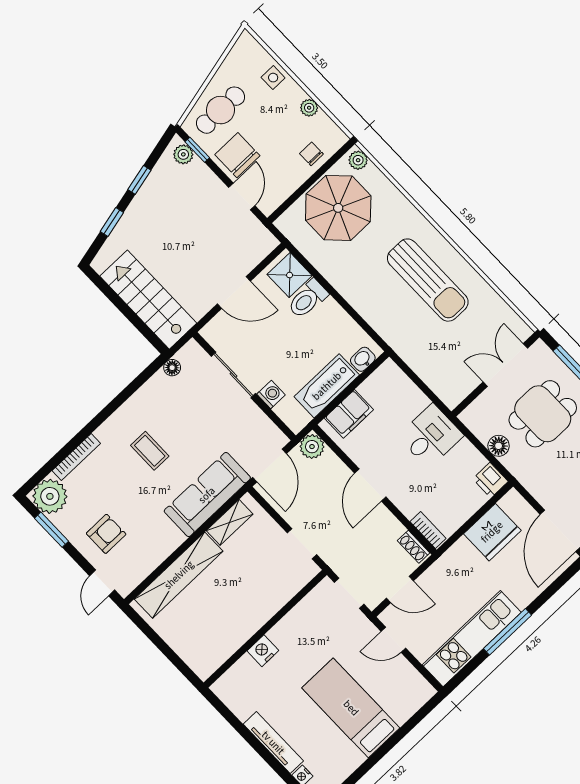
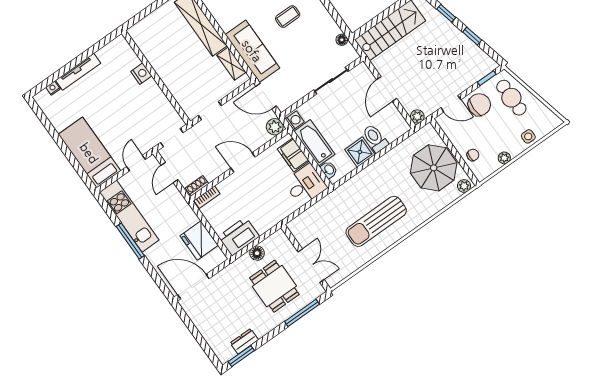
plant: (183, 154) -> (417, 116), moved
shower: (290, 275) -> (360, 152), moved
washing machine: (271, 395) -> (295, 120), moved, turned -90
desk: (431, 436) -> (305, 185), moved, turned -90
printer: (490, 480) -> (239, 236), width x1.87, depth x1.48
bed: (351, 708) -> (89, 153), moved, turned -90

